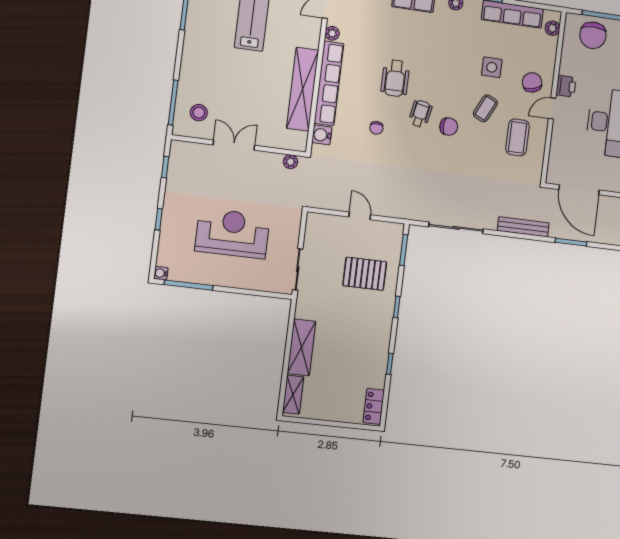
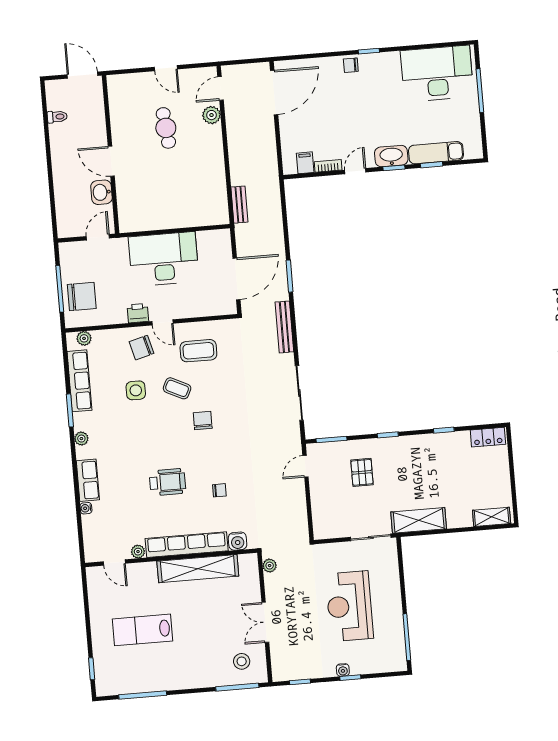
wheelchair: (420, 114) -> (196, 451), removed
door: (360, 216) -> (305, 466), moved
water cooler: (161, 273) -> (343, 670), moved
pallet: (365, 274) -> (362, 472), width x0.67, depth x0.71
shelving: (301, 347) -> (419, 520), moved

